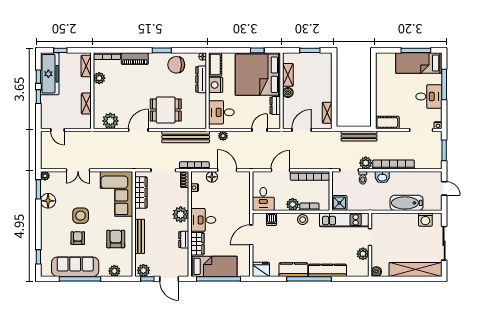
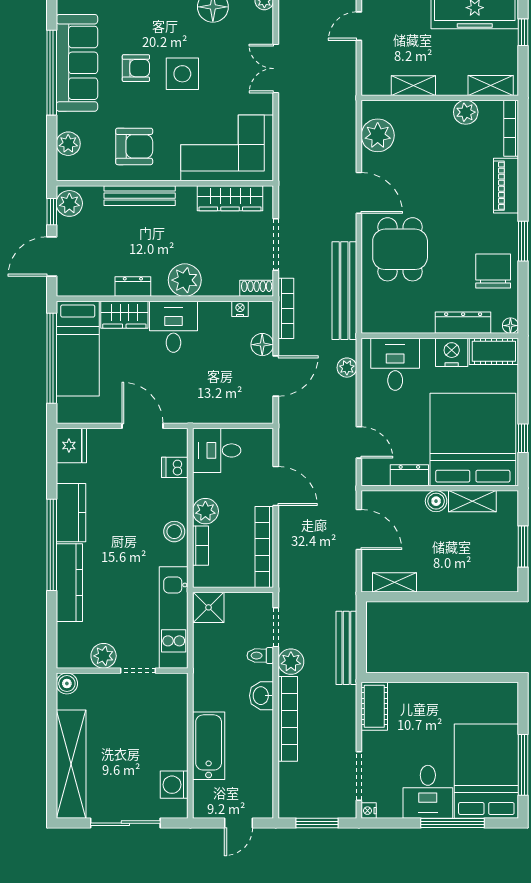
bed: (419, 63) -> (486, 771), width x1.50

